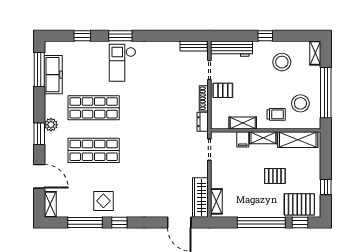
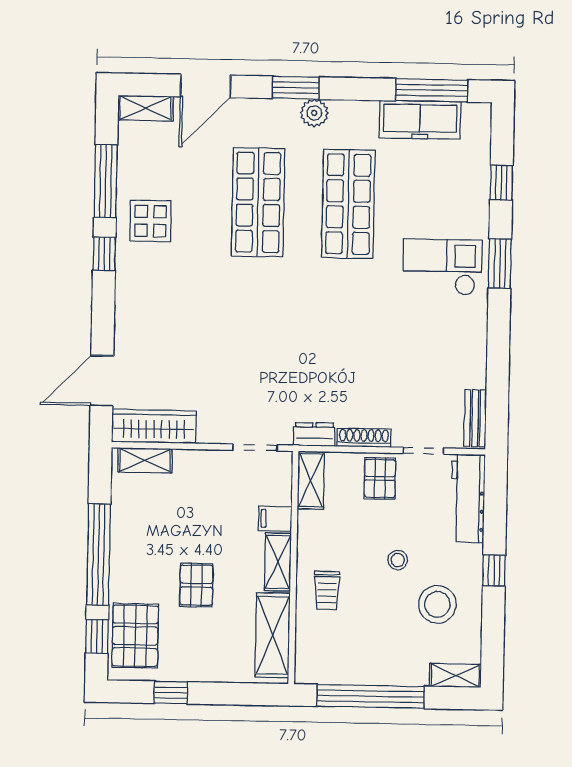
stool: (300, 103) -> (398, 560), moved, width x0.53, depth x0.53
shelving: (243, 123) -> (311, 480), moved

